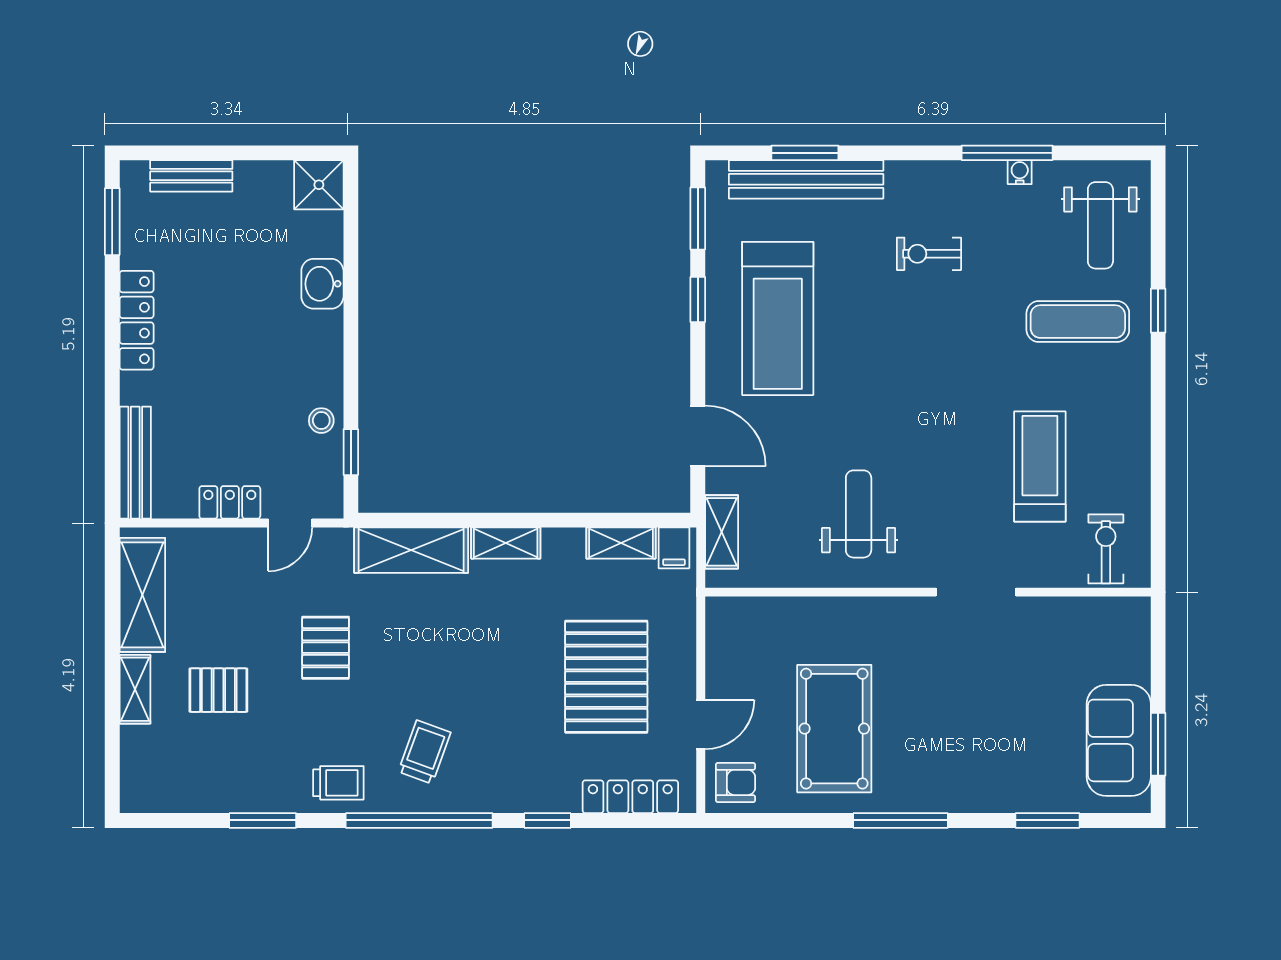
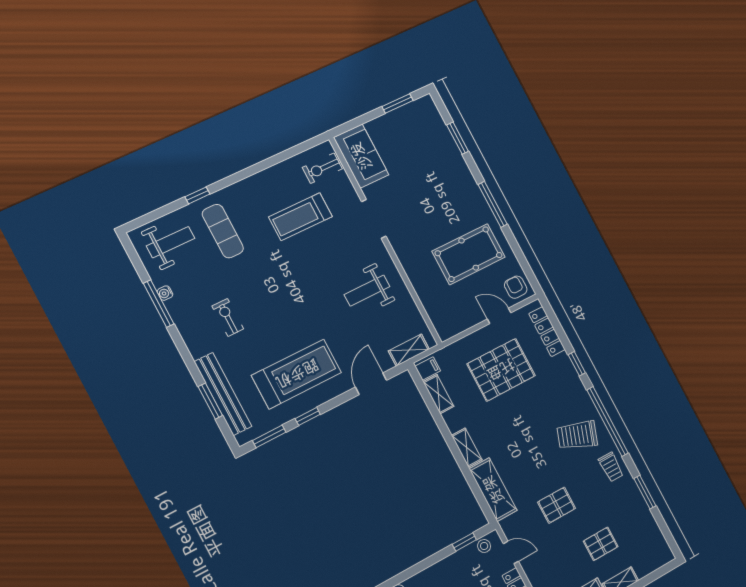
exercise bike: (929, 254) -> (228, 317), turned 180
stool: (321, 421) -> (484, 546), moved
pallet: (218, 690) -> (601, 544), turned 90
sofa: (1119, 740) -> (361, 156), moved, turned -90
trolley: (424, 752) -> (577, 435), width x1.36, depth x1.39
trolley: (338, 783) -> (611, 467), turned 180

